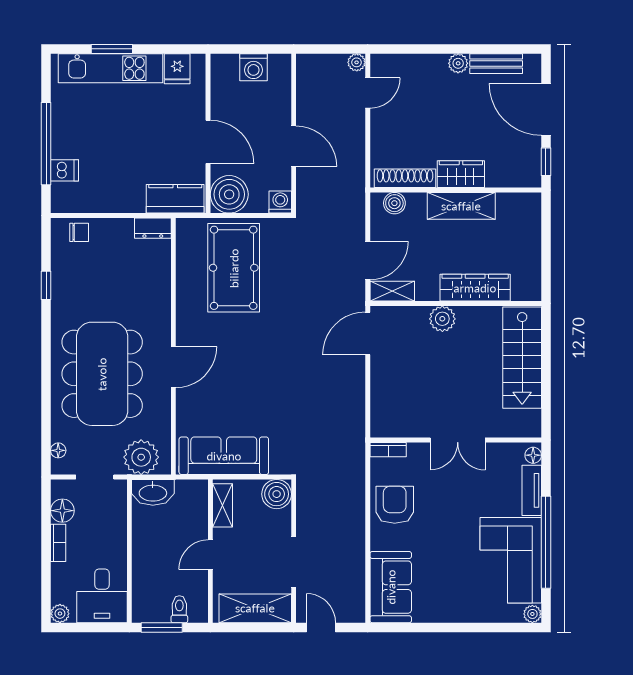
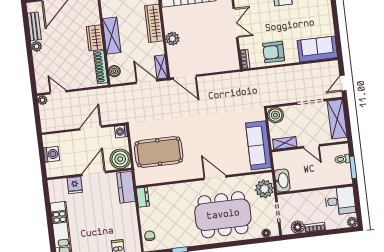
window: (112, 49) -> (51, 230), removed
fridge: (177, 69) -> (75, 185), moved, turned 90

